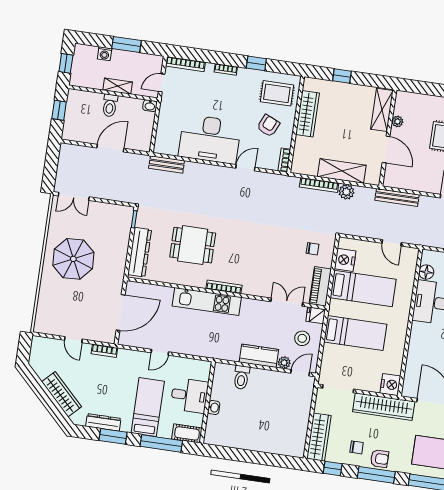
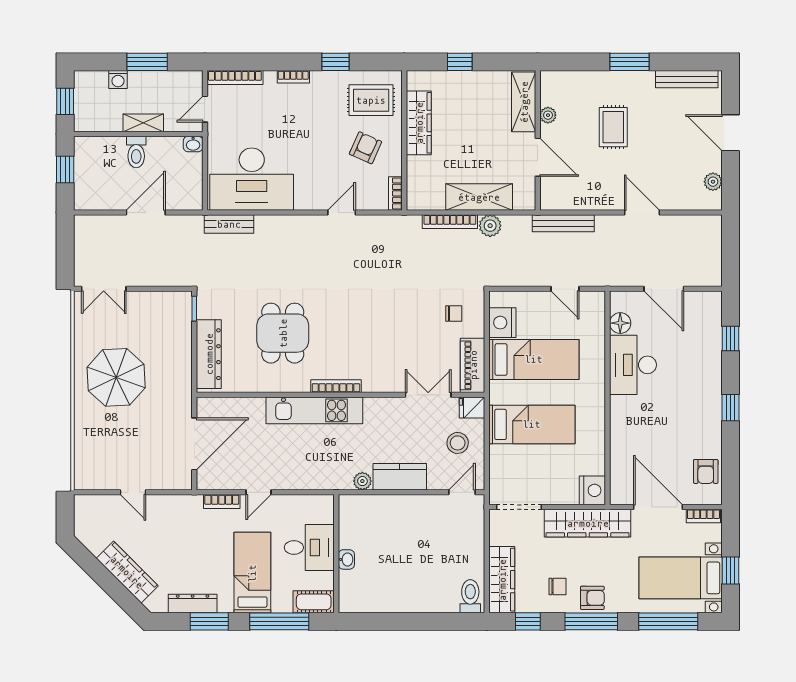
desk: (210, 139) -> (252, 179), moved
dining table: (193, 245) -> (283, 333), turned 90
bookcase: (104, 351) -> (222, 502), moved
plant: (284, 363) -> (362, 481), moved
toilet: (241, 377) -> (470, 596), moved, turned 180

